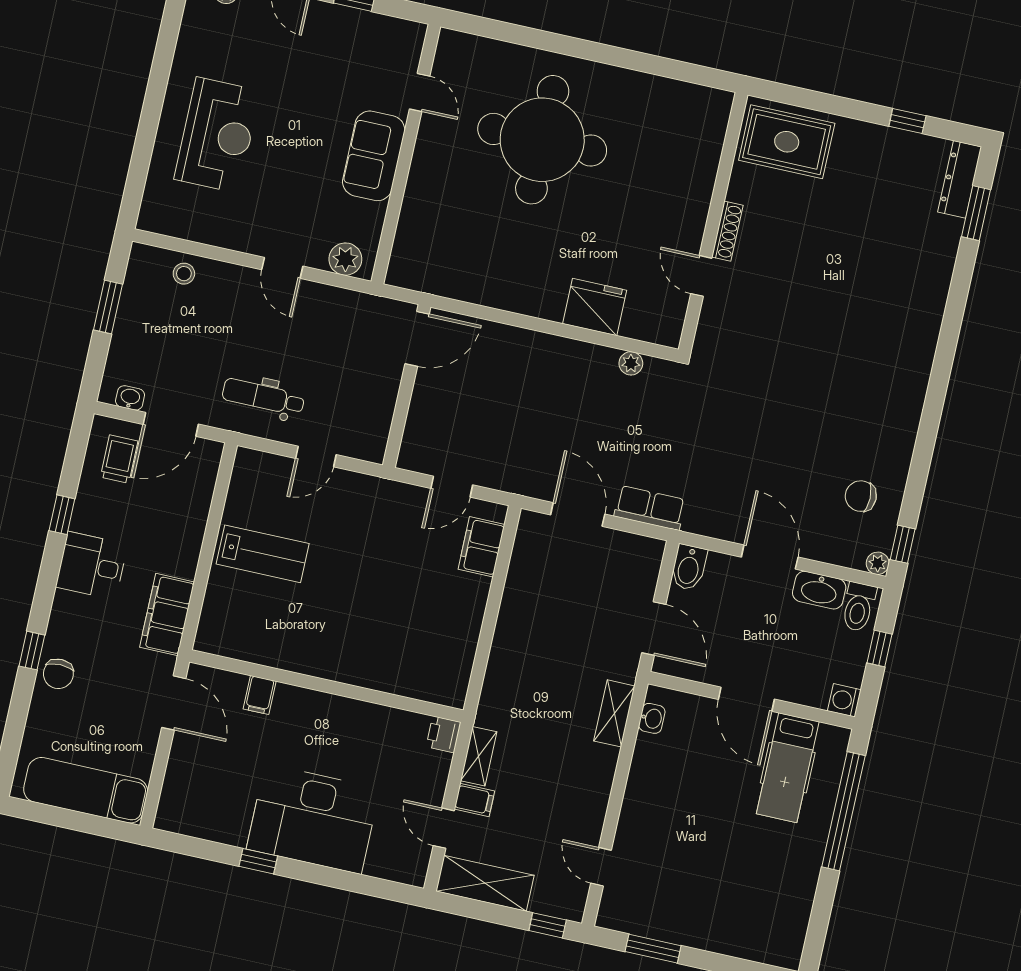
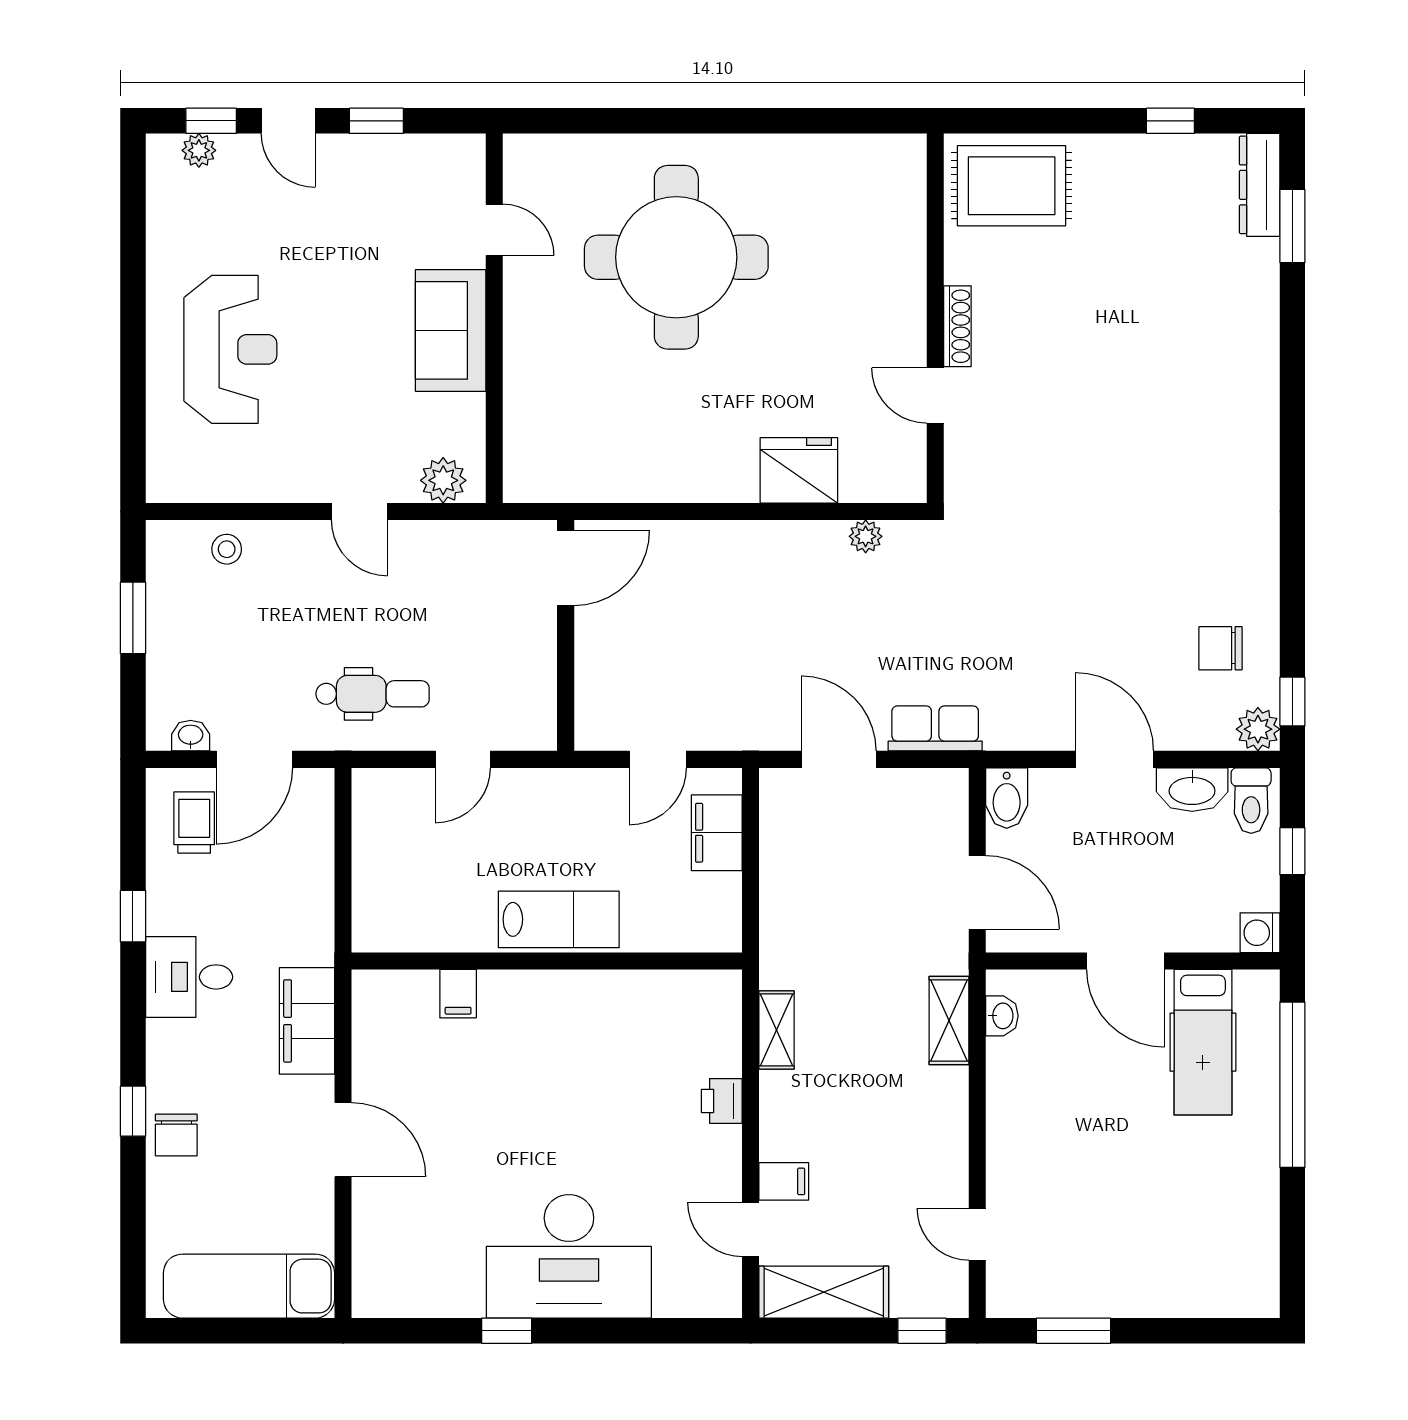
dental chair: (263, 397) -> (373, 694), turned 180
lab bench: (263, 554) -> (559, 919), moved
plant: (878, 563) -> (1258, 729), width x1.38, depth x1.38
wall: (326, 686) -> (547, 961), moved
filing cabinet: (260, 695) -> (458, 994), moved
shelving: (479, 756) -> (776, 1030), moved

